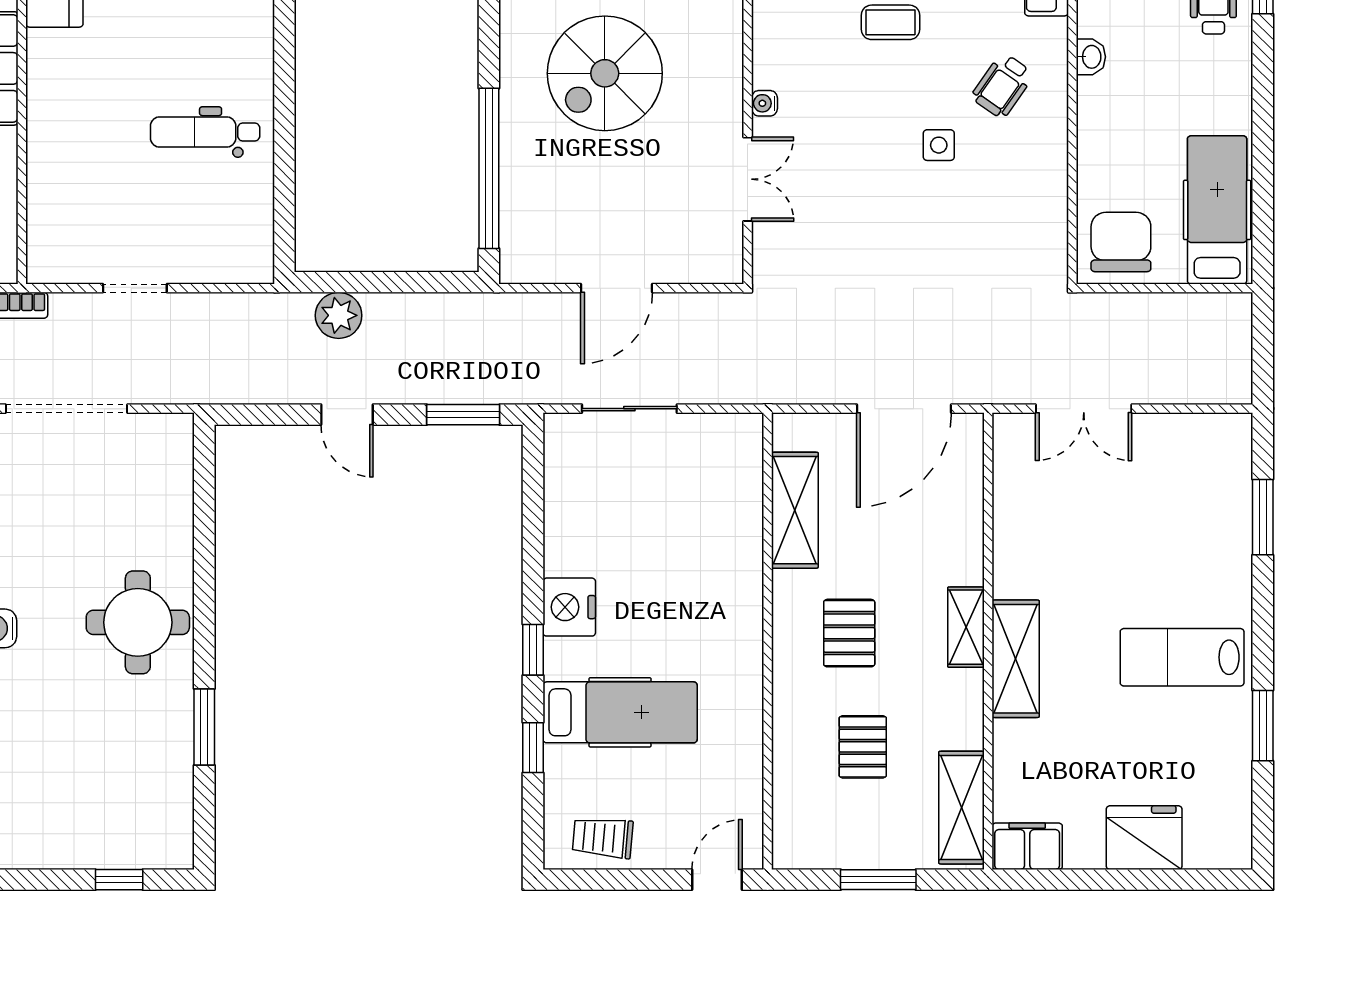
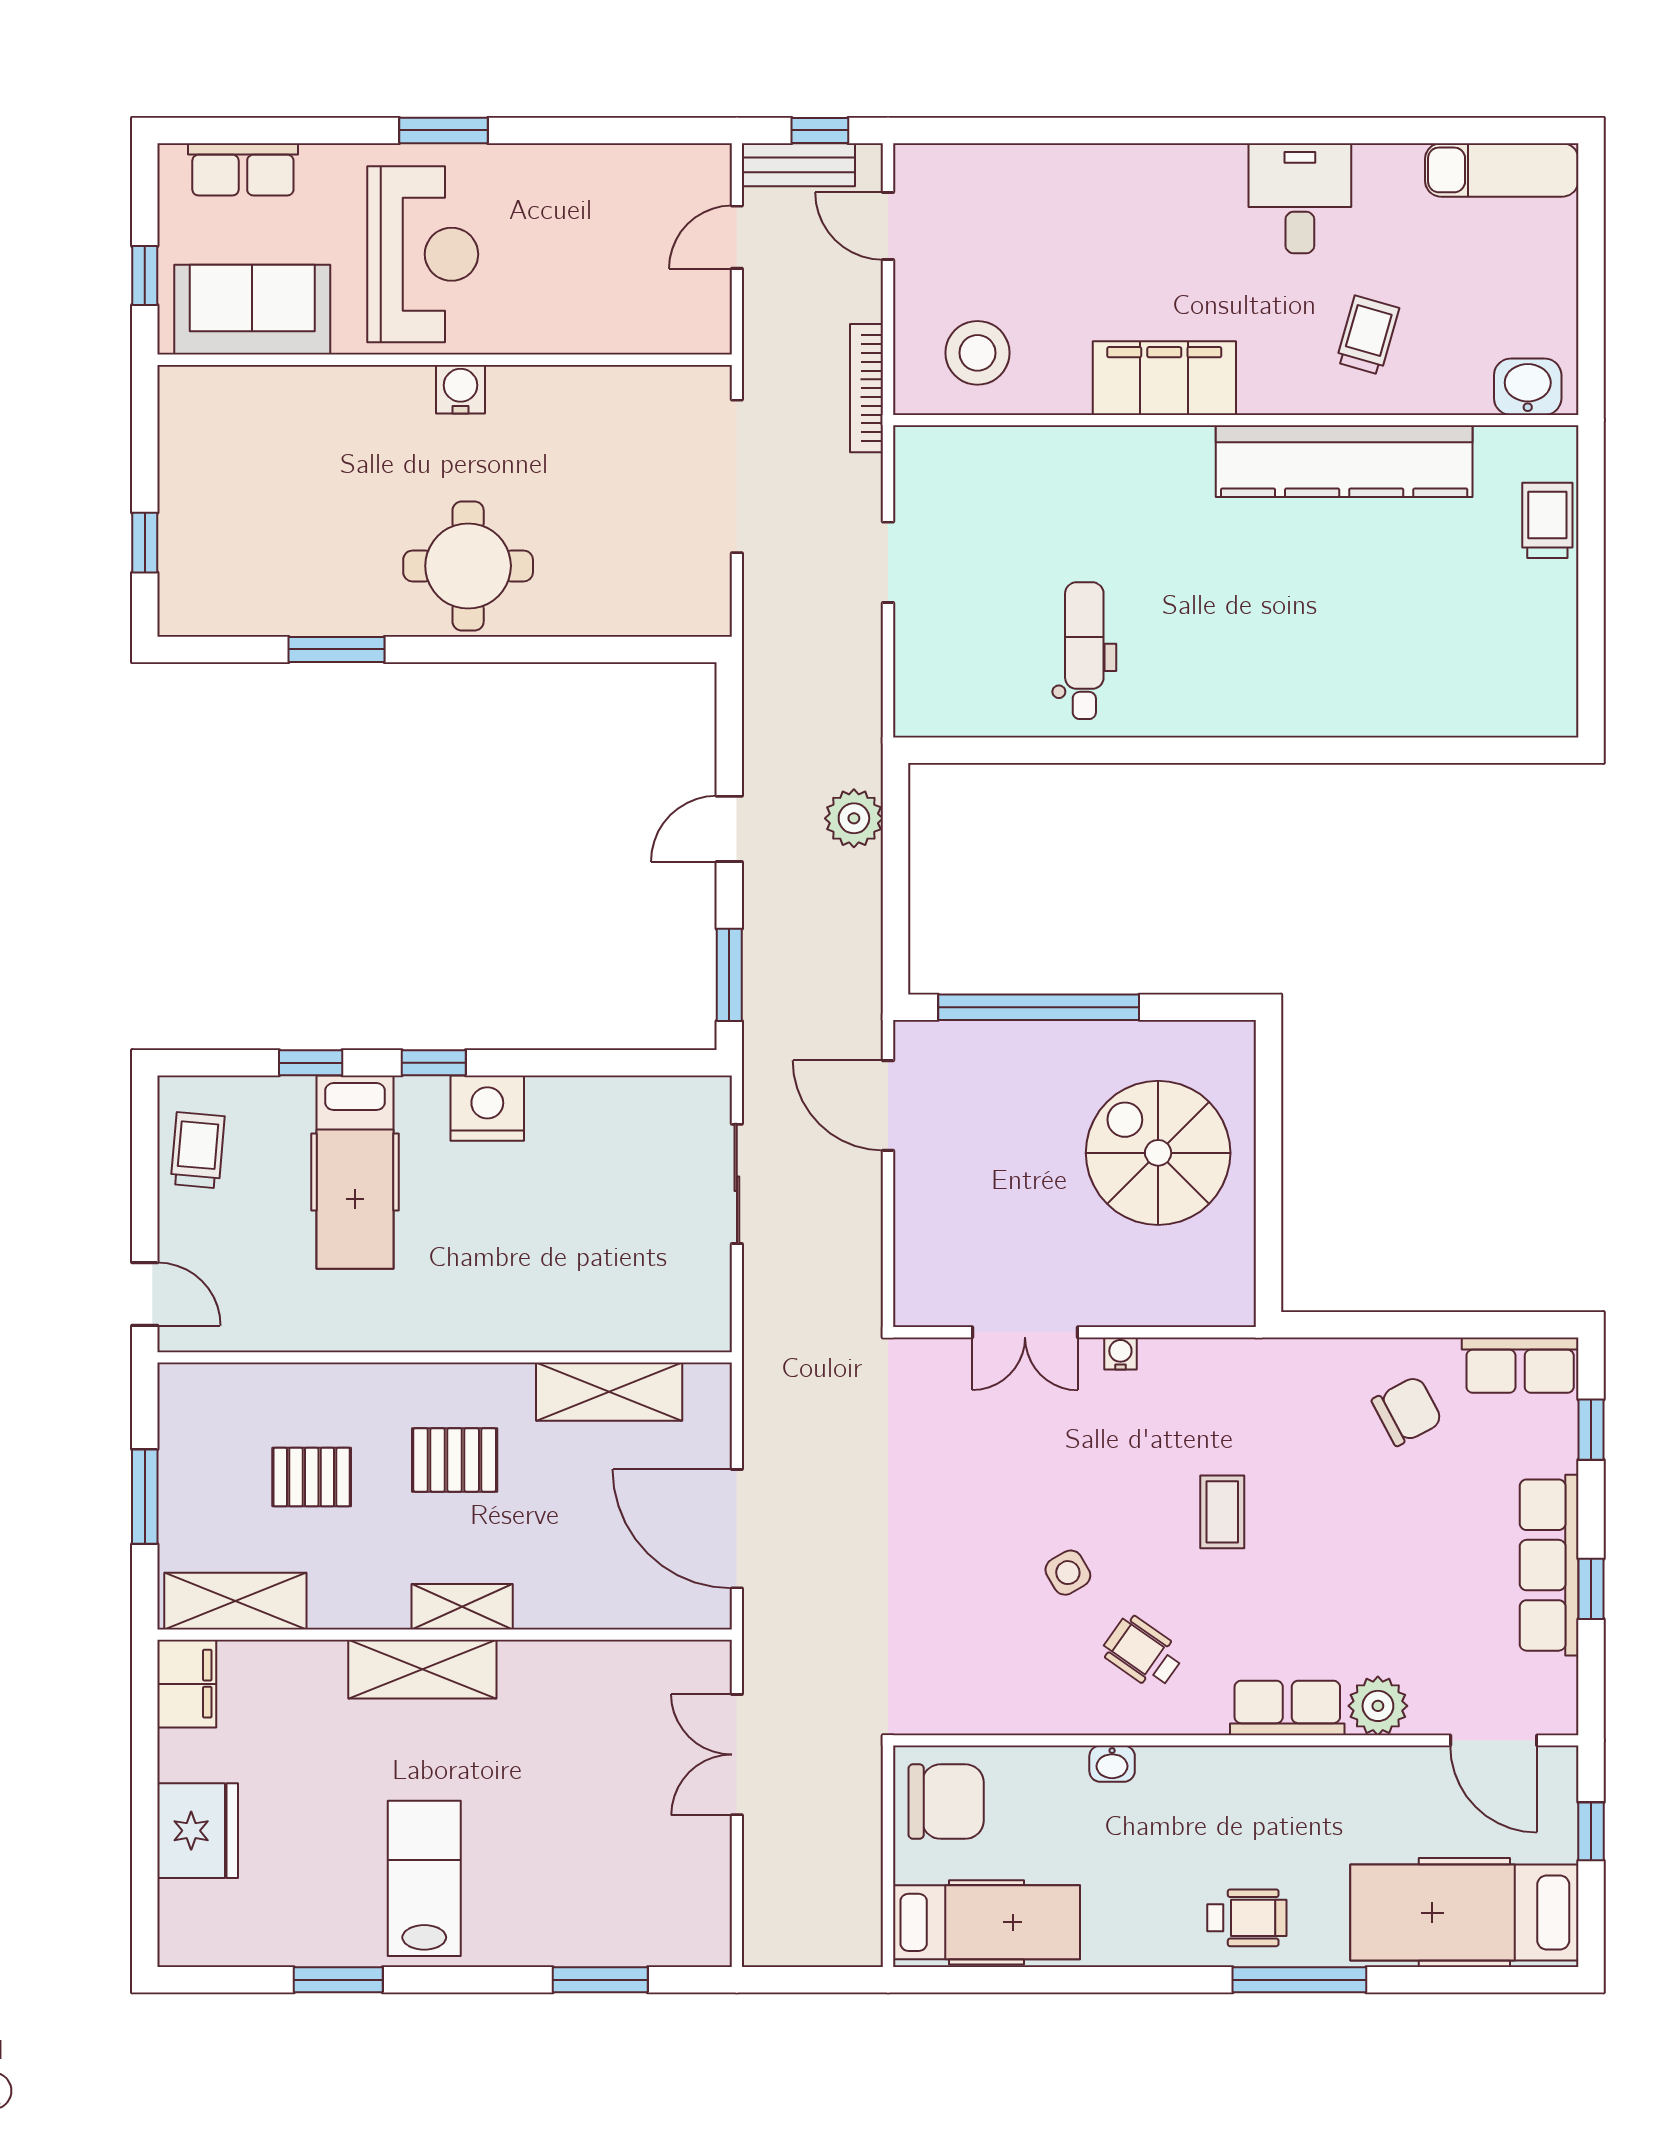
washbasin: (1091, 57) -> (1112, 1764), moved
side table: (939, 145) -> (1068, 1573), turned -30
door: (617, 288) -> (888, 1106), moved

